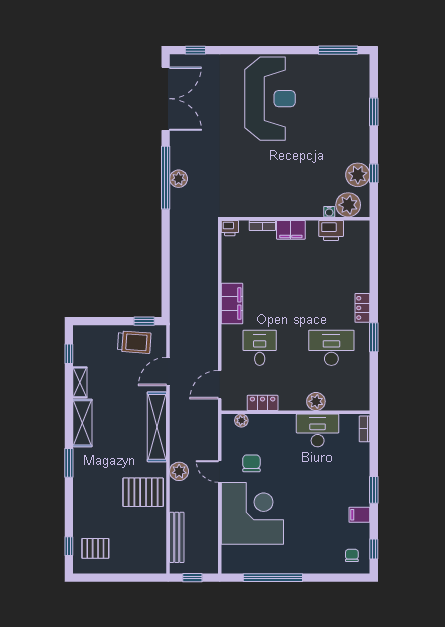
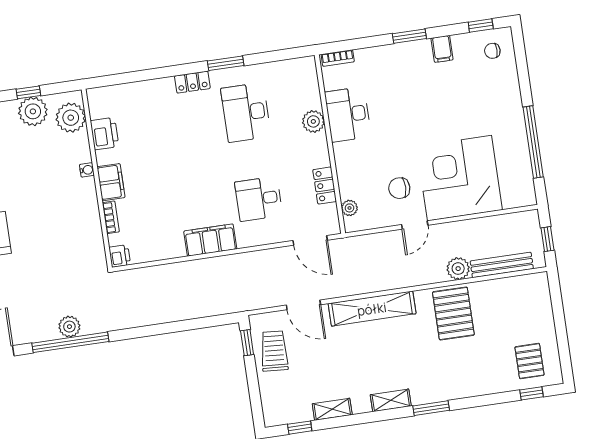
water cooler: (329, 212) -> (87, 170), moved
shelving: (82, 423) -> (391, 400), width x0.67, depth x0.75
plant: (179, 471) -> (458, 269), moved

